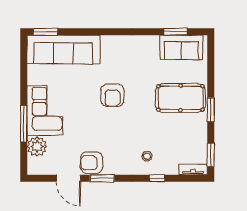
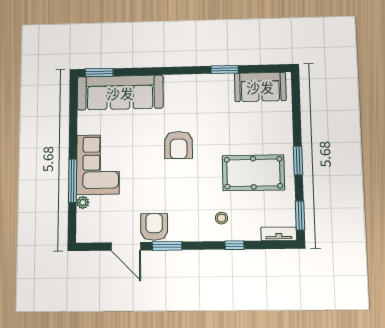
window: (175, 32) -> (225, 69), moved
pool table: (181, 98) -> (253, 173), moved
plant: (37, 147) -> (83, 202), width x0.53, depth x0.53
armchair: (92, 163) -> (154, 227), turned 90

